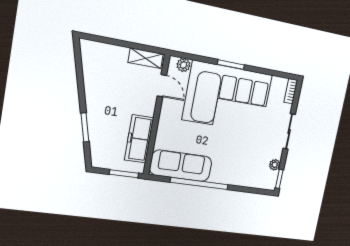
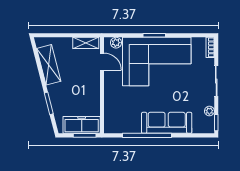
shelving: (93, 78) -> (49, 65), added
freezer: (139, 139) -> (82, 125), moved, turned 90
sofa: (181, 166) -> (167, 123), moved

